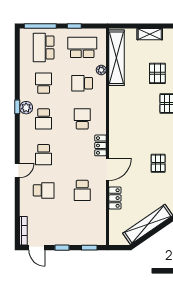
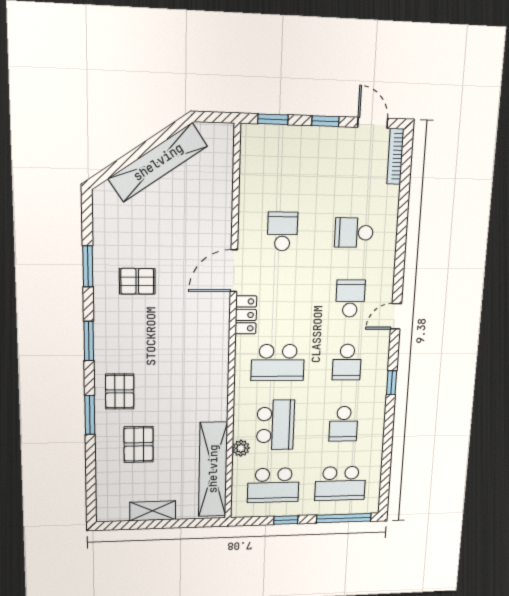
school desk: (44, 47) -> (340, 483), turned 90
school desk: (82, 83) -> (276, 425), width x1.85
plant: (26, 108) -> (376, 382), removed
school desk: (44, 119) -> (347, 362), turned 180
school desk: (82, 119) -> (278, 363), width x1.85
pallet: (158, 163) -> (137, 281), turned 90
door: (17, 170) -> (396, 316), moved
locker: (115, 198) -> (221, 216), removed

